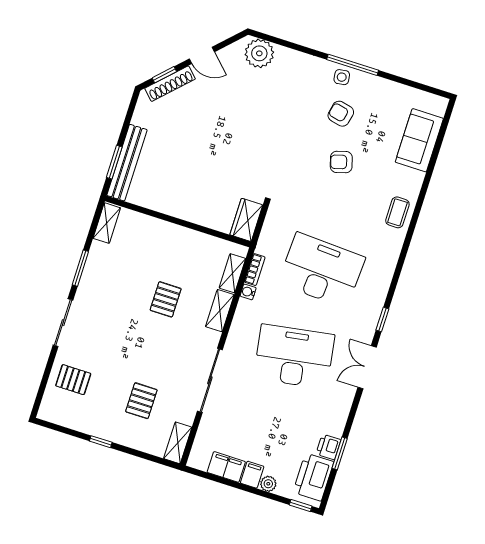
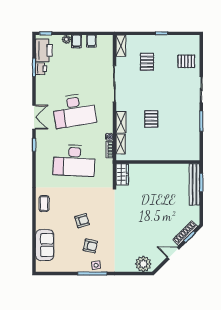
shelving: (107, 223) -> (195, 149), removed
filing cabinet: (226, 467) -> (91, 41), width x0.50

